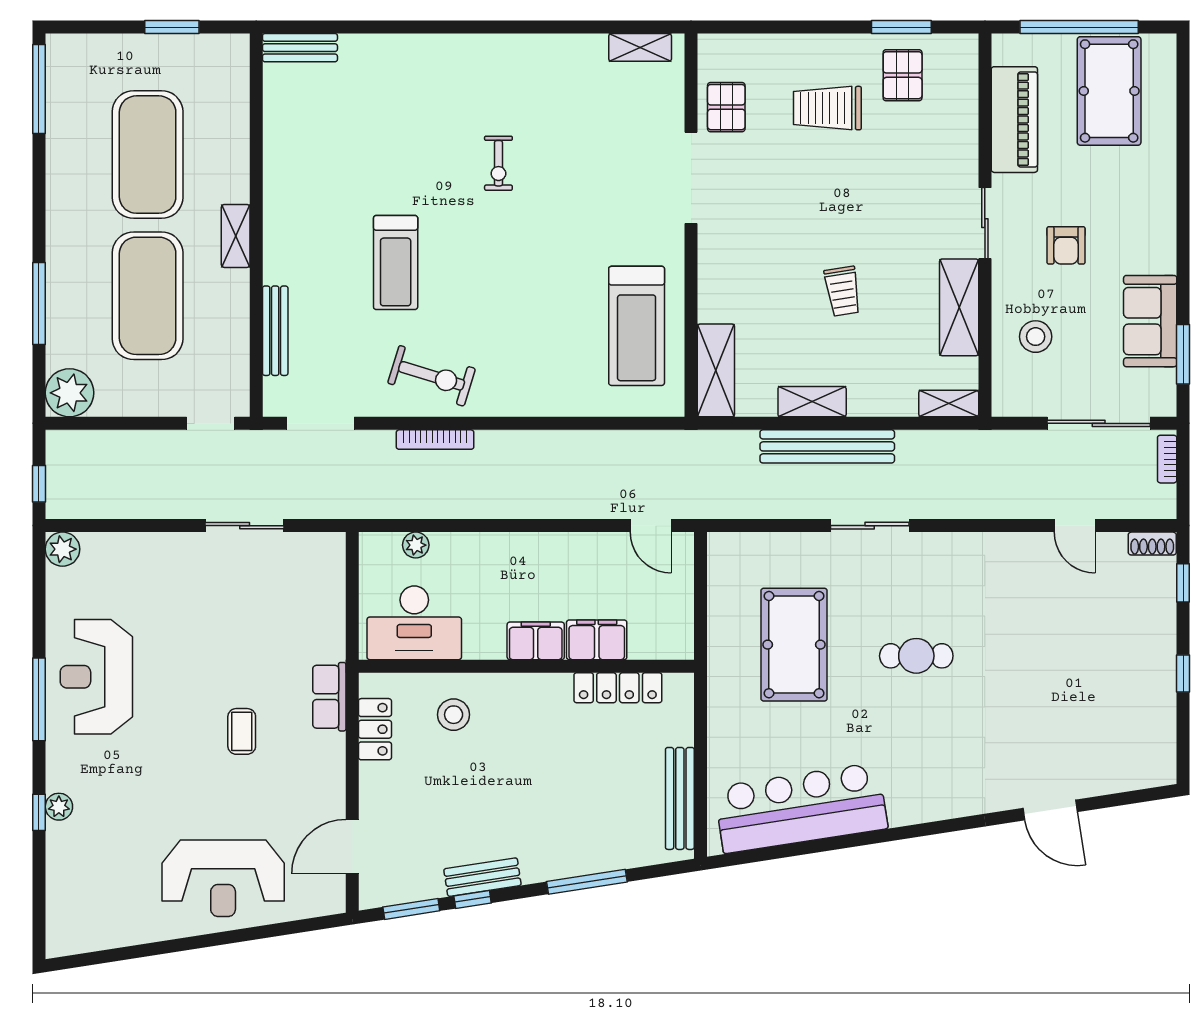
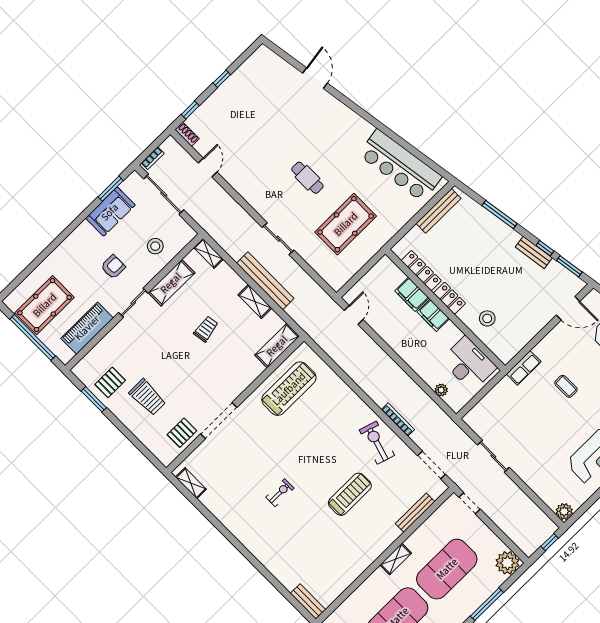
locker: (375, 729) -> (449, 298), moved, turned 90
coffee table: (242, 731) -> (566, 386), turned 90

